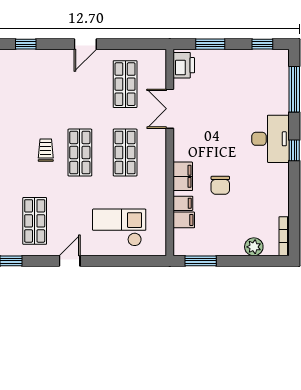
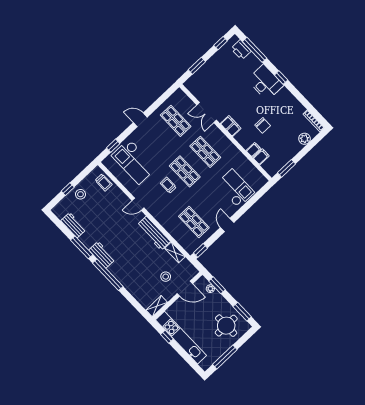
door: (85, 44) -> (140, 120), swing flipped
printer: (184, 65) -> (241, 50), moved, turned 180
checkout: (32, 85) -> (134, 161), added
filing cabinet: (183, 176) -> (231, 126), moved
checkout: (119, 228) -> (235, 188), turned 90

